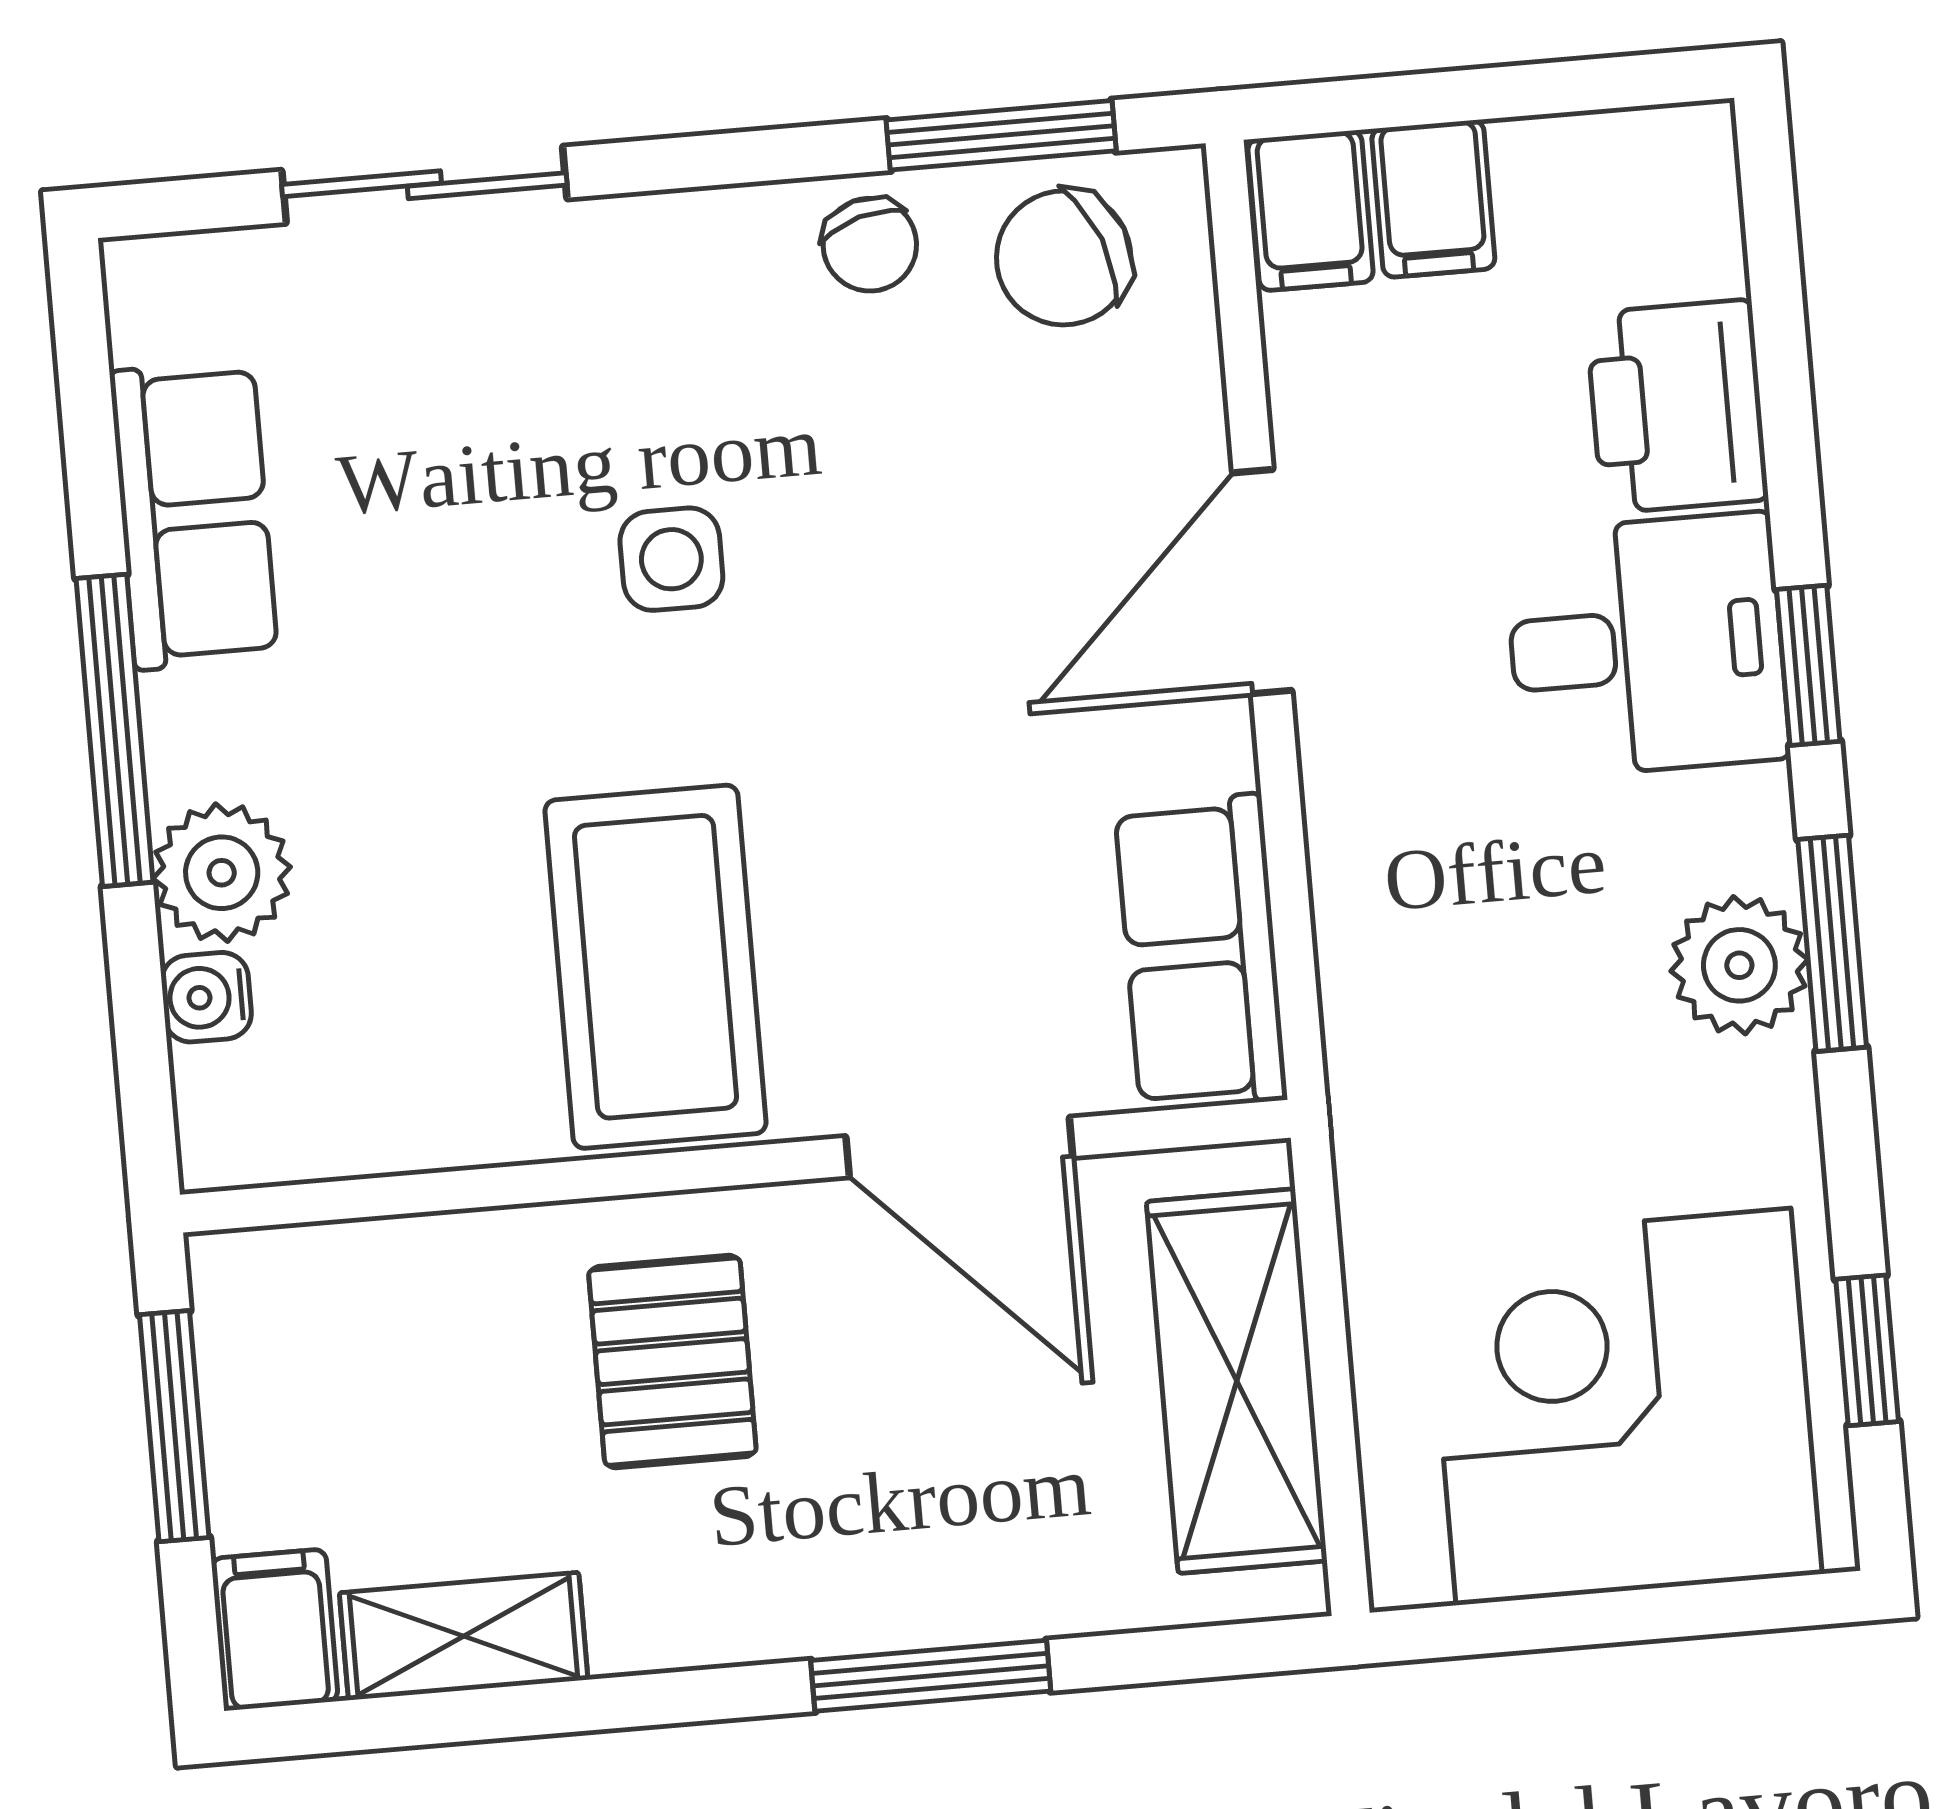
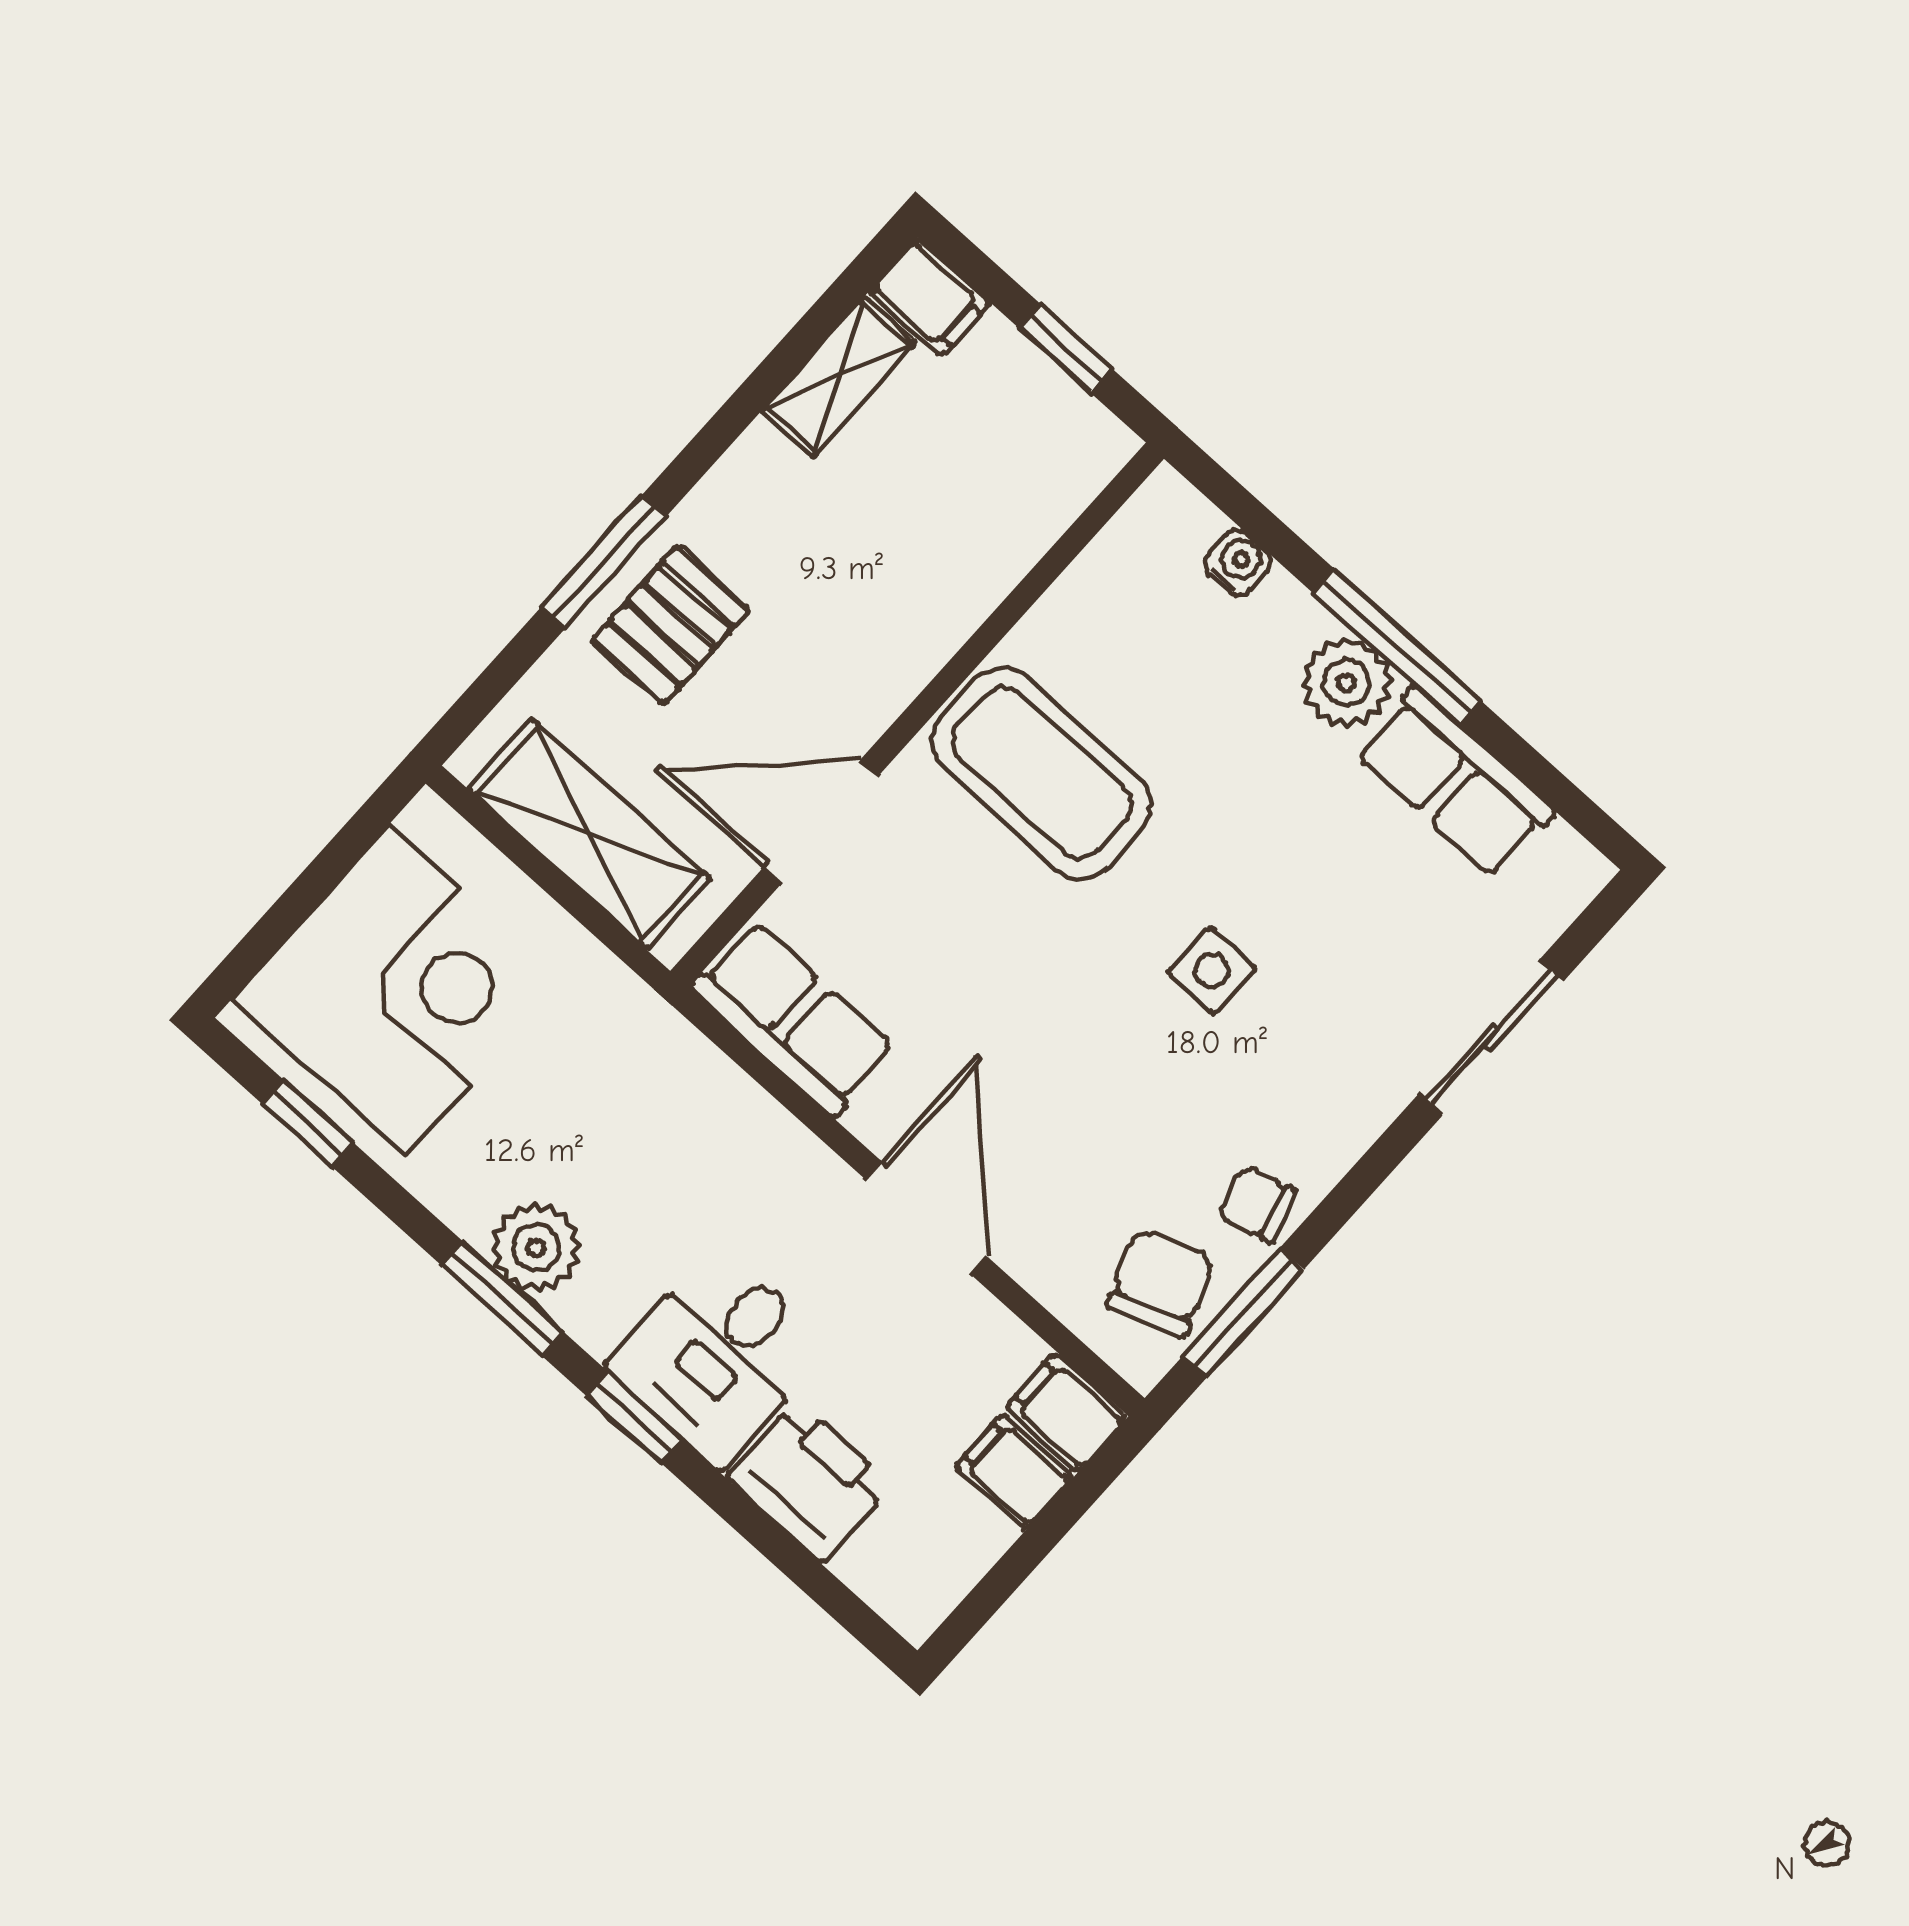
plant: (222, 873) -> (1346, 683), moved
pallet: (672, 1362) -> (670, 625), moved, turned 90
window: (174, 1426) -> (1066, 348), width x0.67

